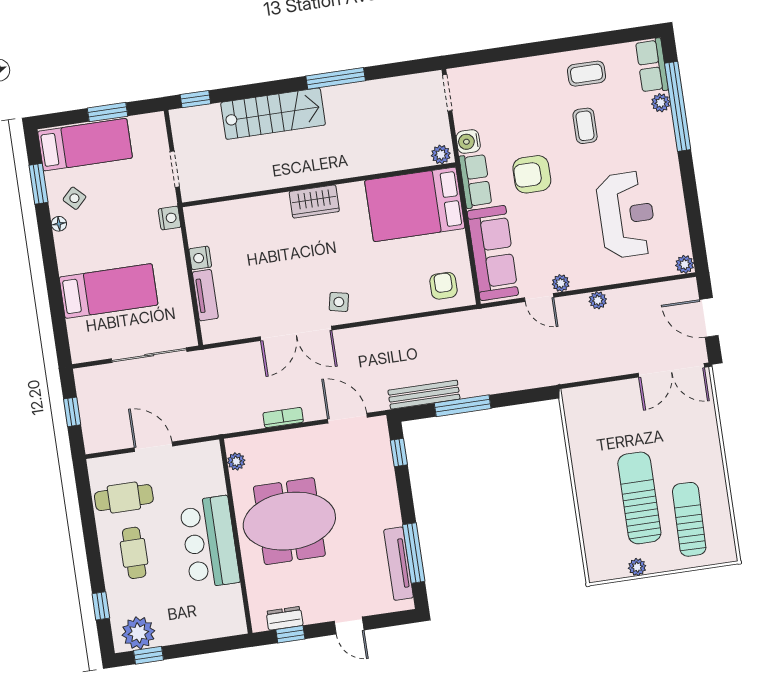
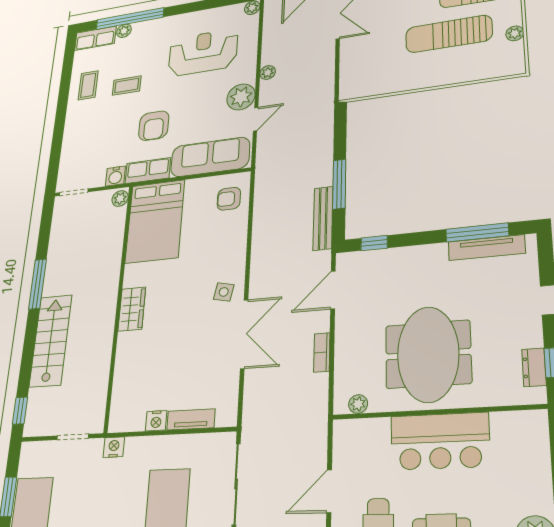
plant: (561, 283) -> (241, 97), width x1.88, depth x1.88

